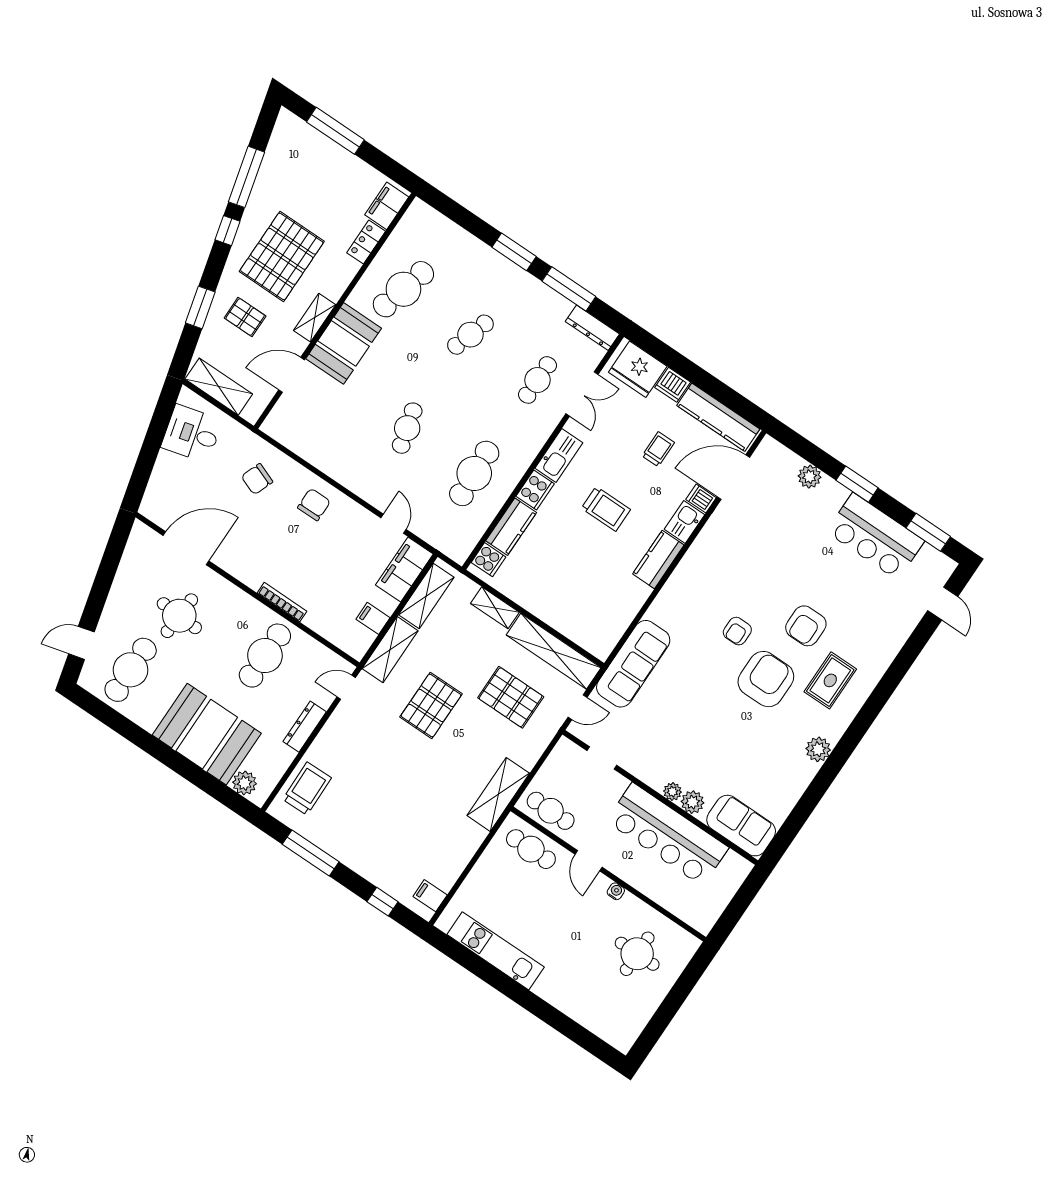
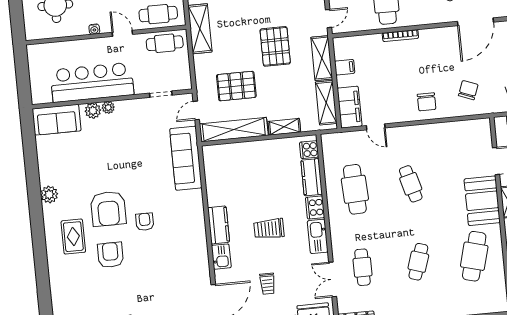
dishwasher: (701, 499) -> (223, 276), removed

